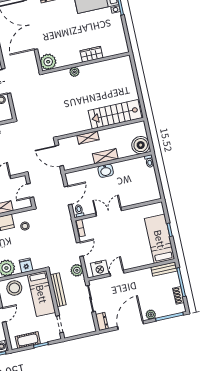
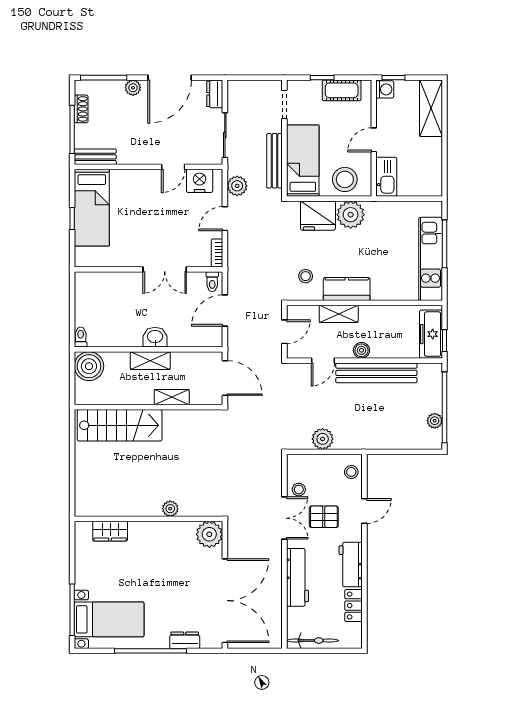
wardrobe: (91, 54) -> (110, 531), moved
fridge: (26, 265) -> (318, 216), width x1.88, depth x1.34

